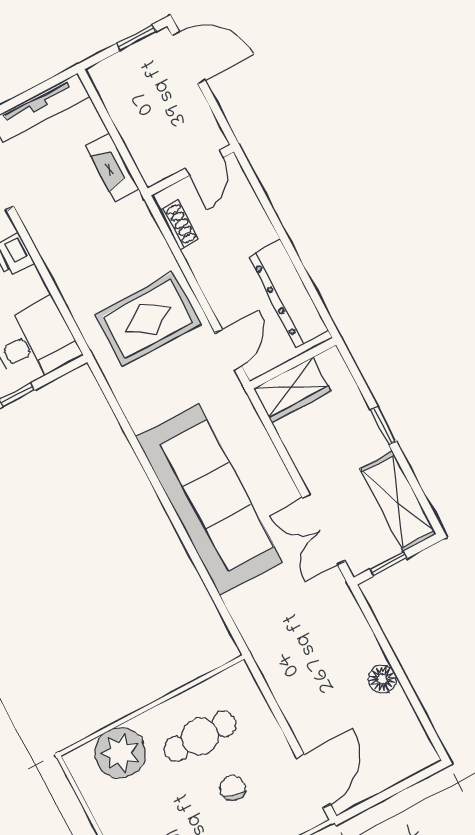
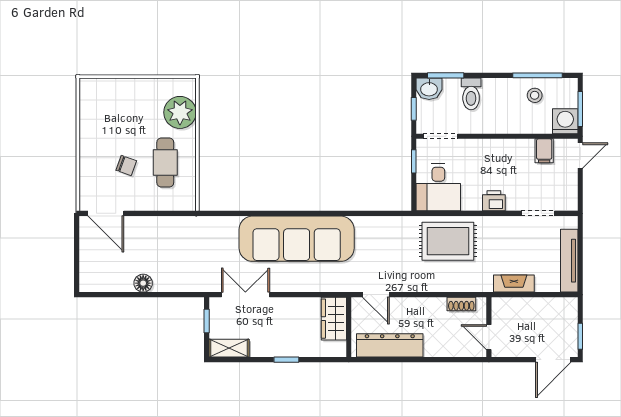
rug: (148, 319) -> (448, 241), moved, turned 90
shelving: (398, 501) -> (229, 348), width x0.67, depth x0.75

